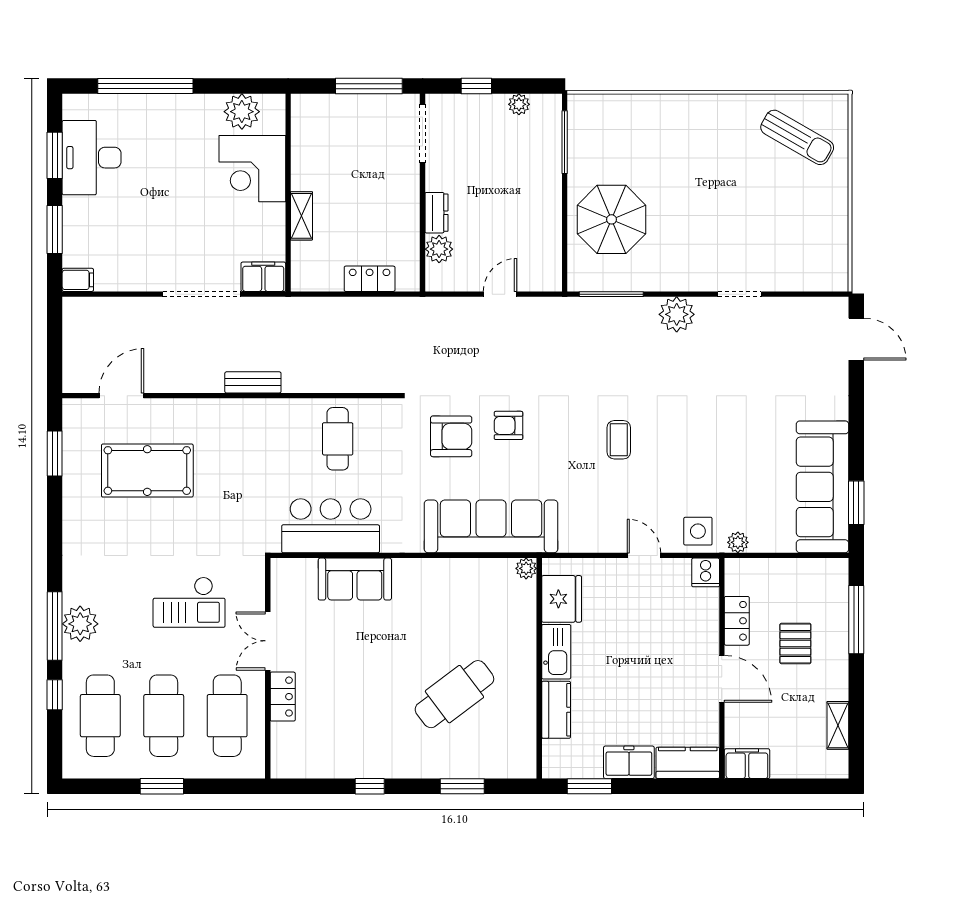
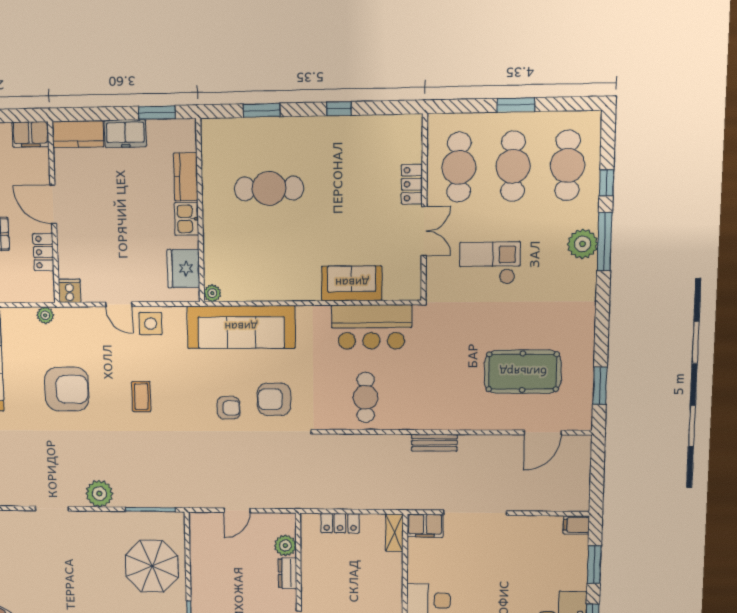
shelving: (301, 216) -> (394, 533), moved
armchair: (714, 449) -> (67, 389), added
side table: (698, 531) -> (151, 324), moved
kitchen sink: (556, 652) -> (187, 219), width x0.73
cafe table: (454, 694) -> (269, 189), turned 37

